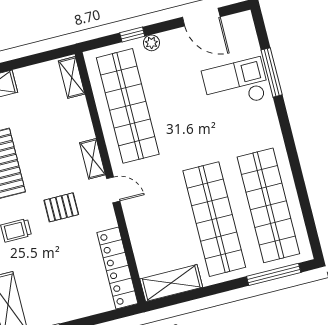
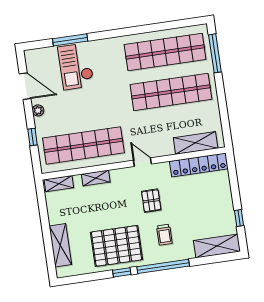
door: (201, 17) -> (25, 86), hinge flipped
plant: (151, 43) -> (38, 110), moved
shelving: (93, 159) -> (96, 178), moved
door: (113, 190) -> (142, 162), hinge flipped
shelving: (171, 283) -> (196, 143), moved, turned 90

